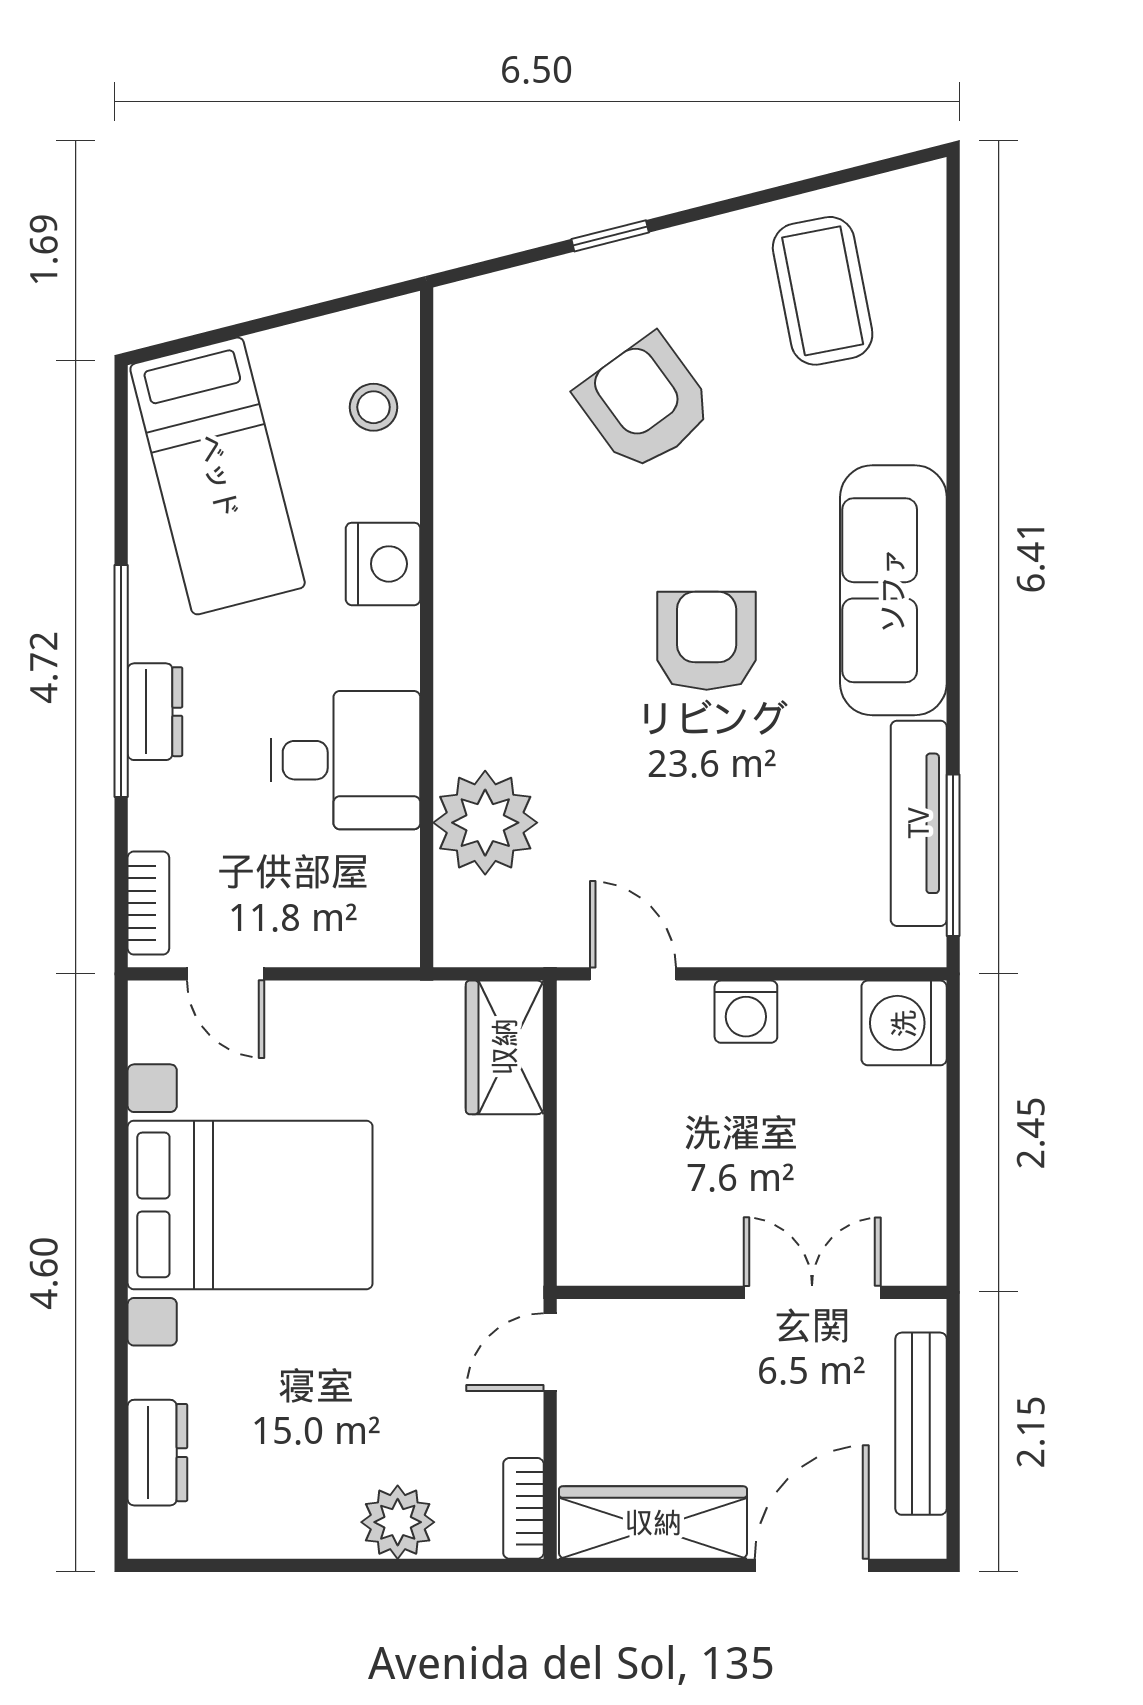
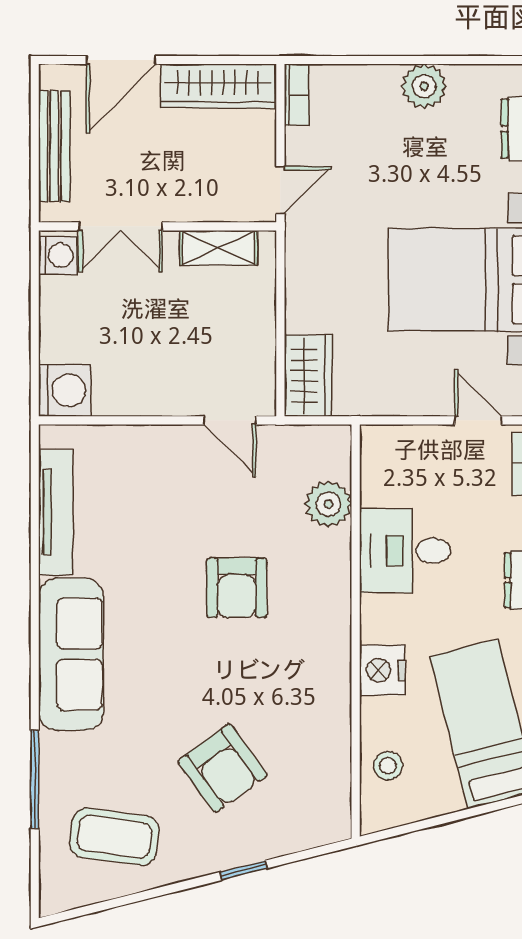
coffee table: (823, 291) -> (114, 837), turned -71
armchair: (707, 641) -> (237, 588), moved
plant: (485, 823) -> (328, 504), width x0.73, depth x0.73
window: (953, 855) -> (35, 779), moved
washing machine: (746, 1012) -> (58, 255), moved, turned 90
shelving: (652, 1257) -> (218, 248), added
plant: (398, 1522) -> (424, 86), moved

